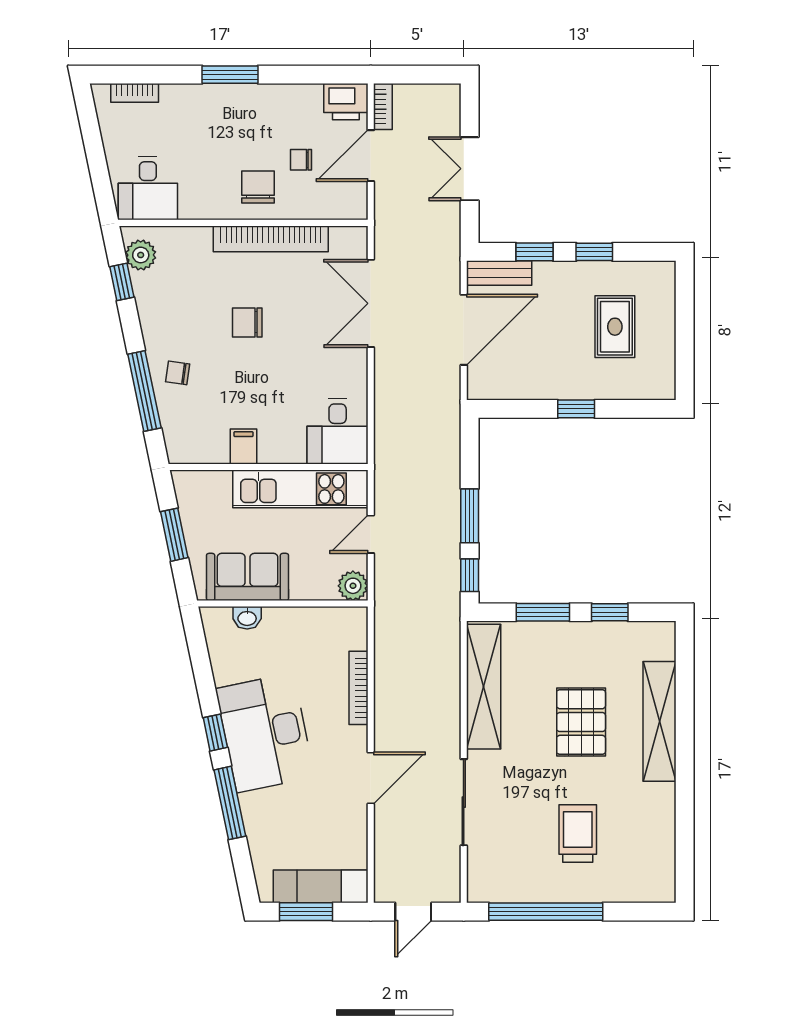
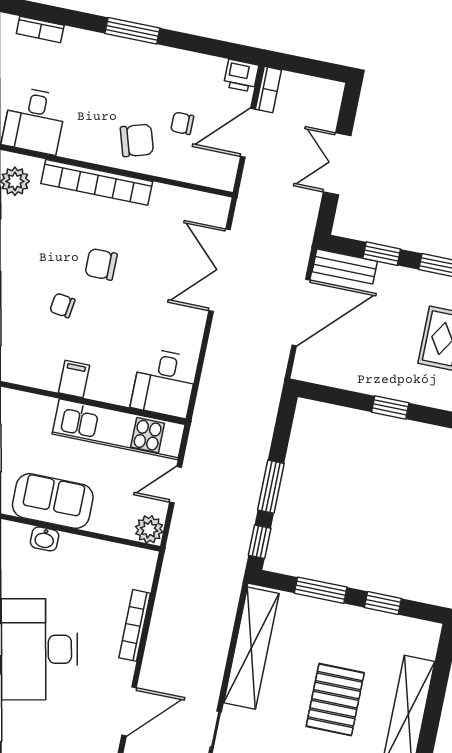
printer: (346, 102) -> (241, 76), width x0.73, depth x0.81
chair: (258, 187) -> (137, 140), turned 73
bookcase: (271, 239) -> (97, 182), moved
chair: (178, 373) -> (62, 305), moved

